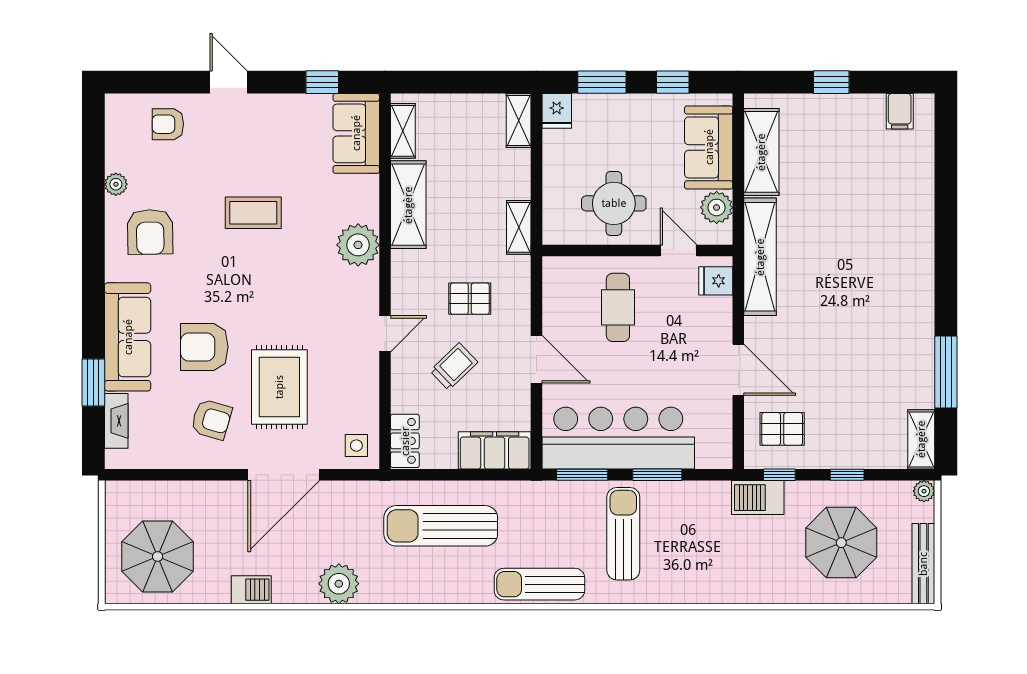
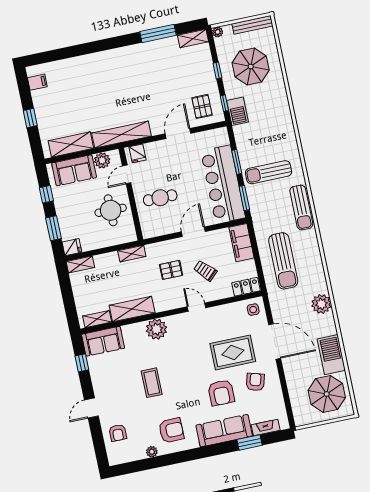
pallet: (470, 299) -> (171, 270), turned 90
barbecue: (251, 590) -> (331, 355), width x1.88, depth x1.53

